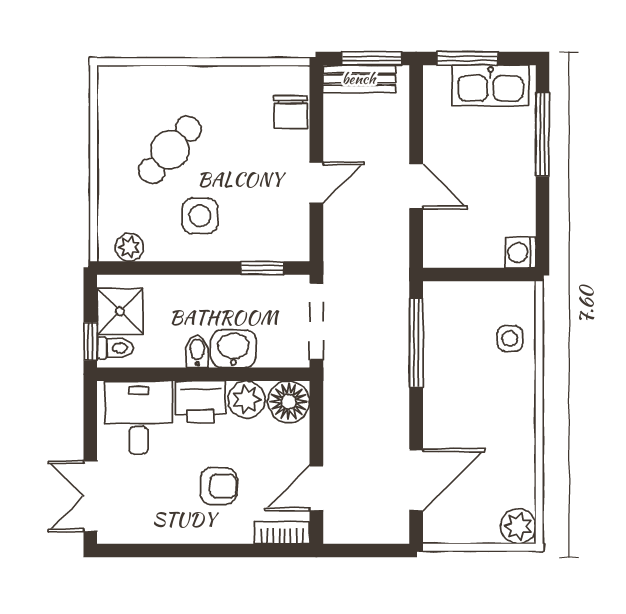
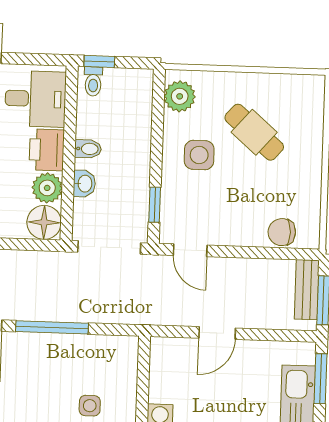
door: (316, 183) -> (190, 250), moved
plant: (129, 247) -> (180, 96), width x1.38, depth x1.38
shower: (120, 311) -> (123, 87), removed
window: (416, 343) -> (52, 327), moved
washbasin: (233, 349) -> (84, 184), width x0.72, depth x0.69

